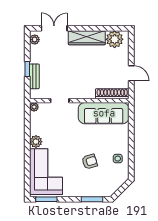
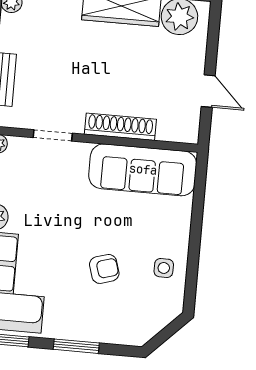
shoe rack: (112, 94) -> (120, 127), moved
window: (92, 199) -> (76, 346), moved

